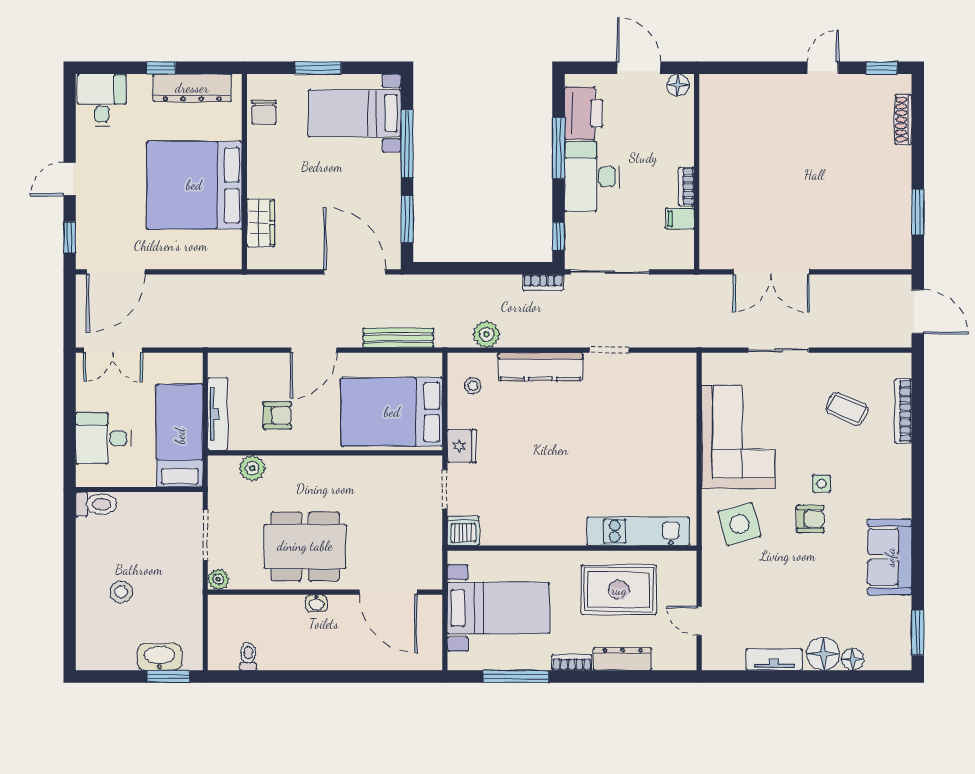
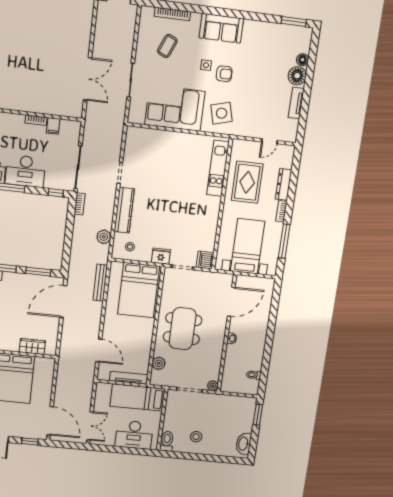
door: (314, 350) -> (99, 350), moved
armchair: (277, 415) -> (133, 348), removed
desk: (103, 438) -> (134, 435), width x1.37
armchair: (810, 519) -> (224, 74), turned 90
dining table: (305, 546) -> (183, 329), moved
sofa: (890, 557) -> (221, 28), moved
stool: (121, 592) -> (196, 437), moved
washbasin: (159, 657) -> (244, 444), moved

